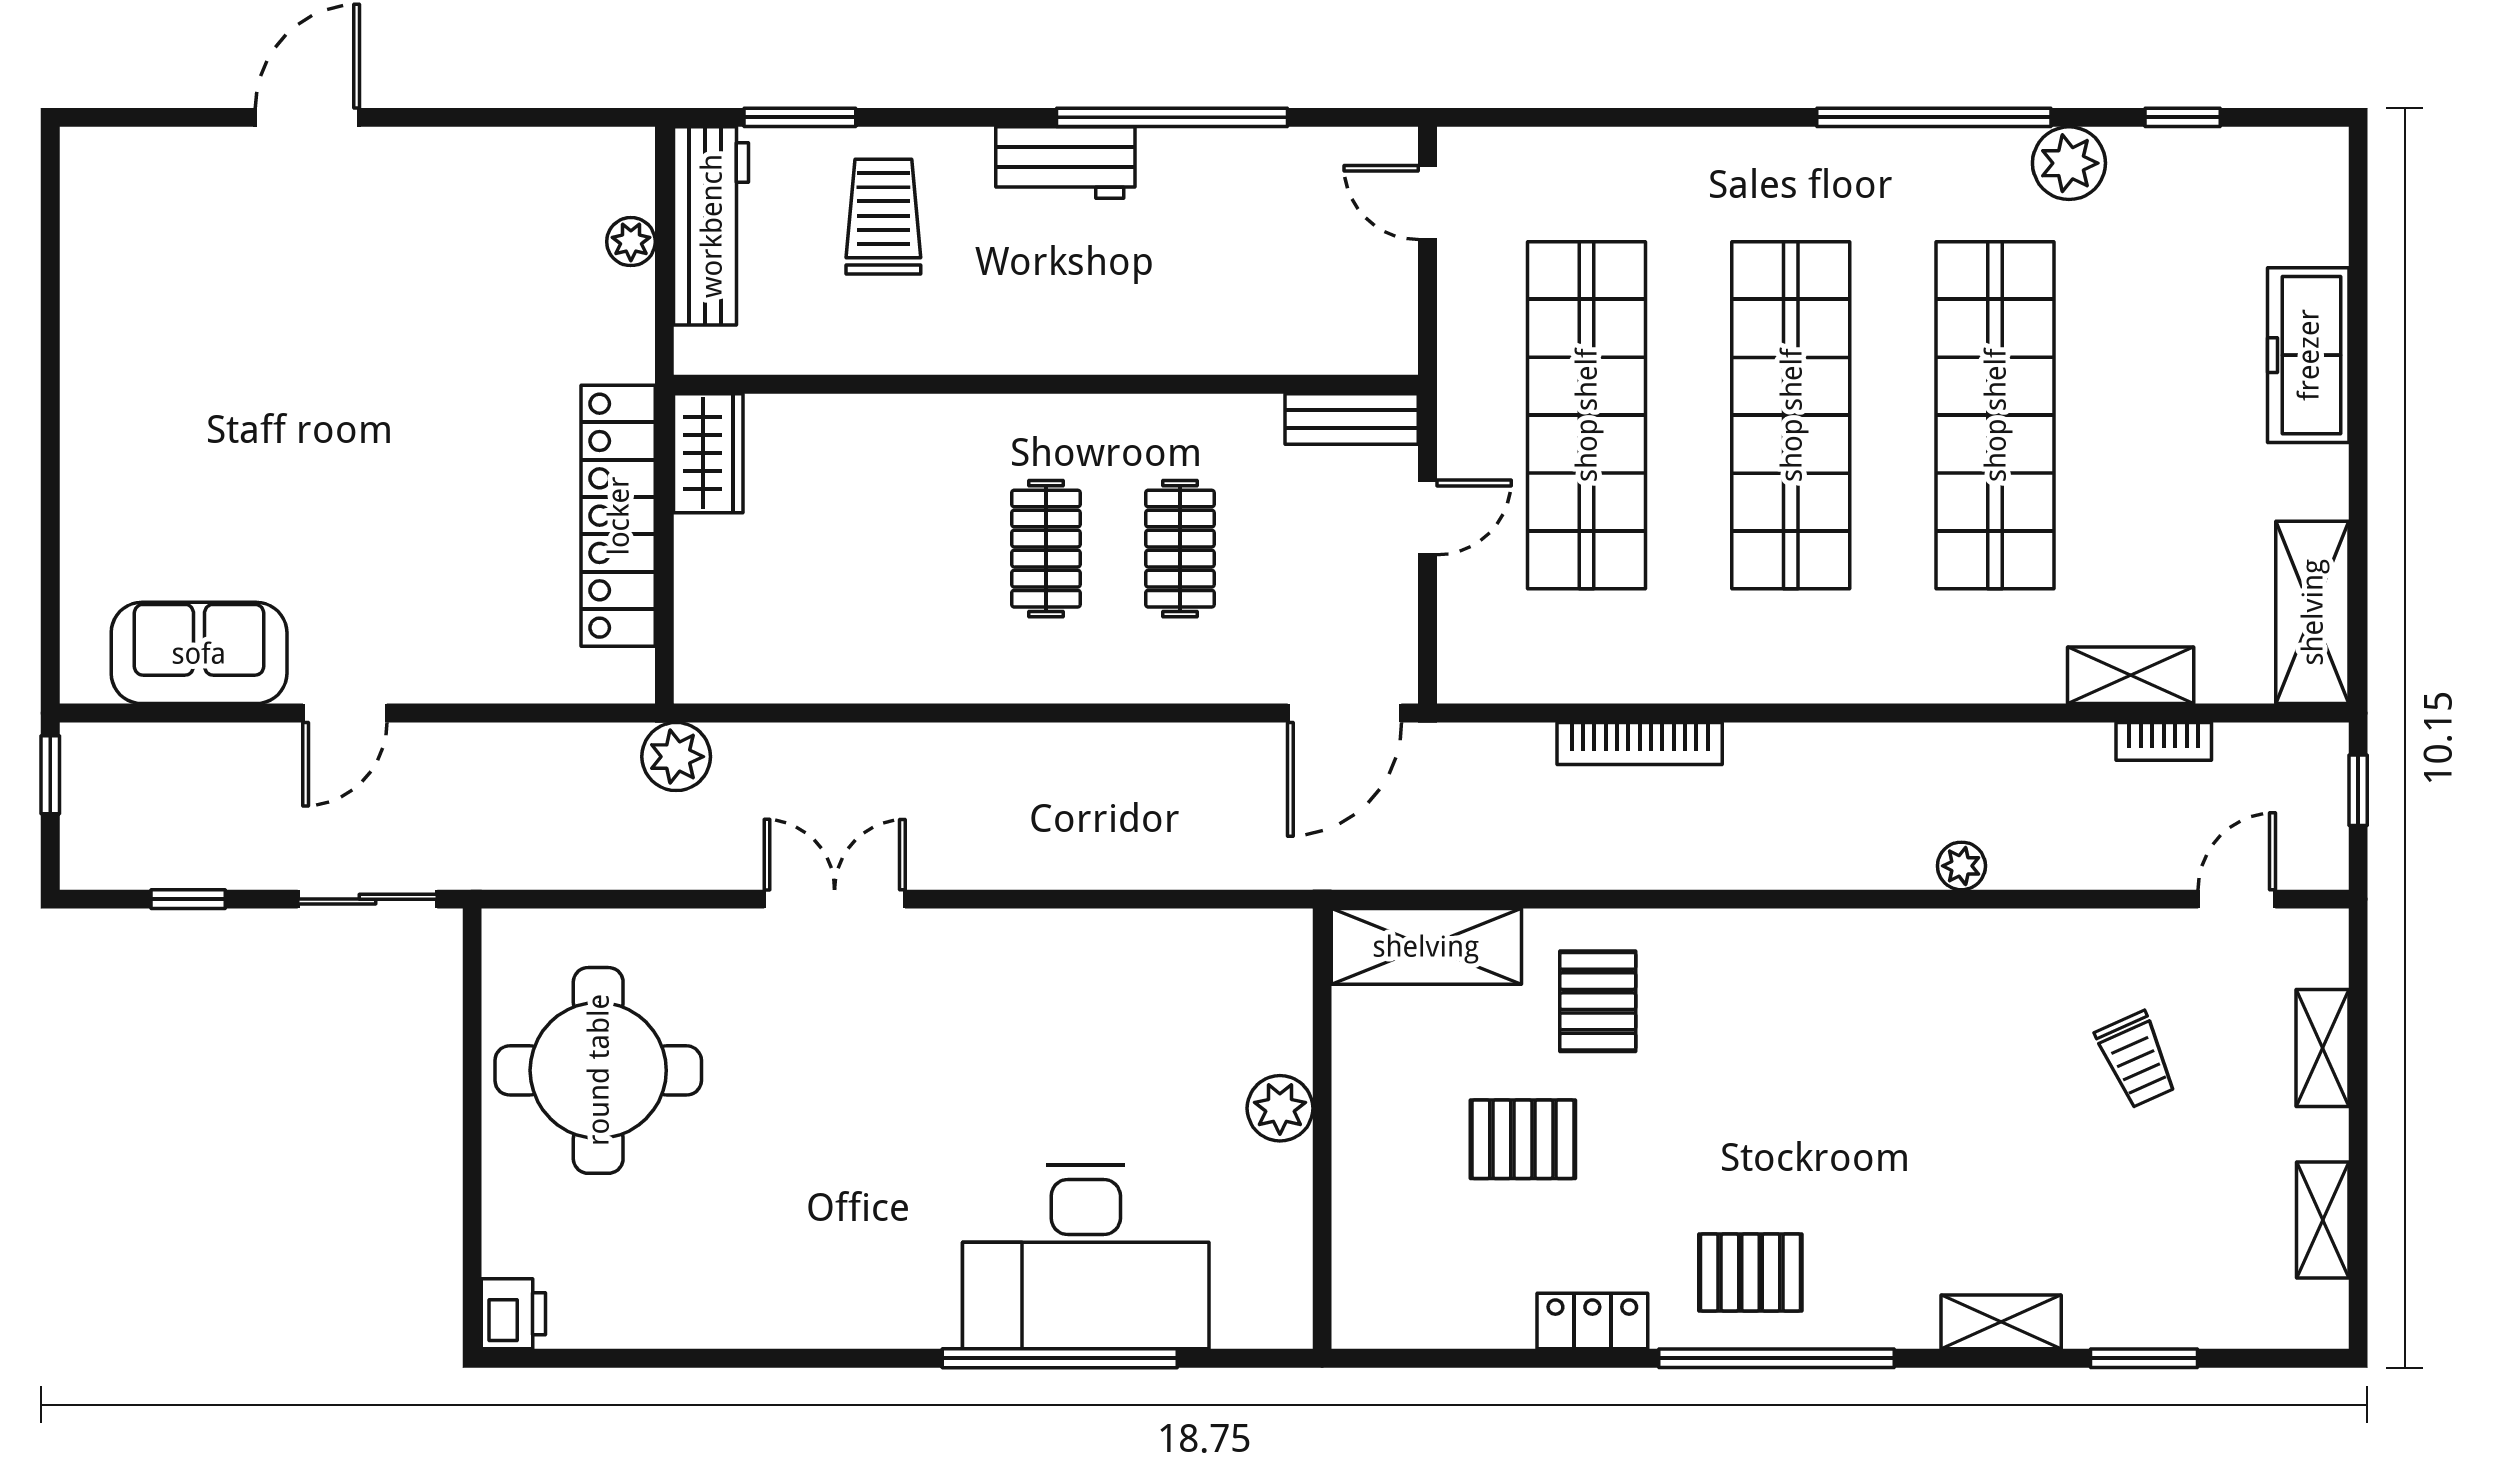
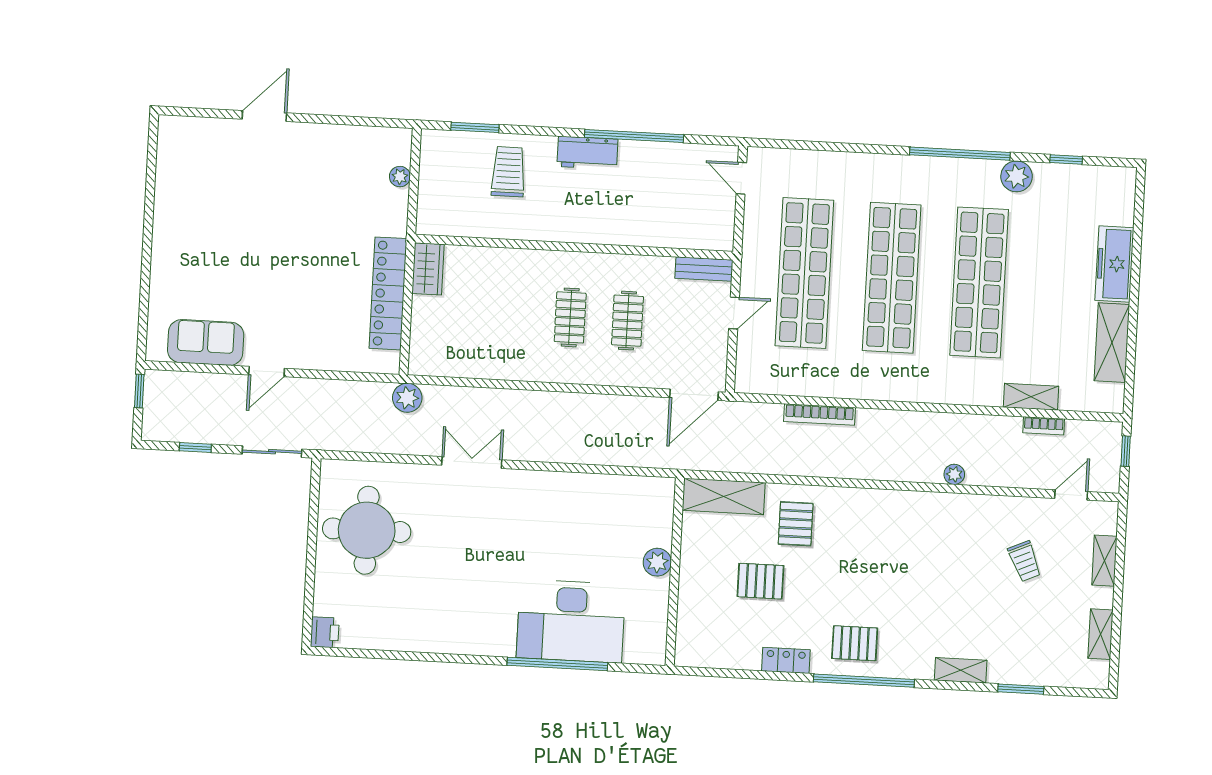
workbench: (711, 226) -> (434, 172), removed
shelving: (2312, 612) -> (1112, 343), moved

